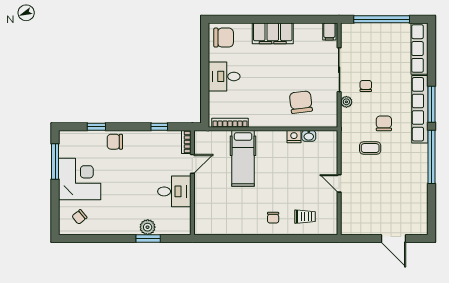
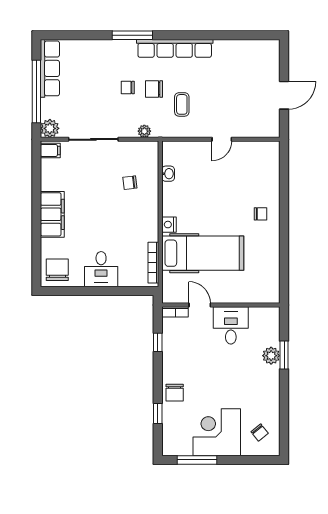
plant: (349, 31) -> (50, 128), added
row of seats: (419, 49) -> (50, 68), moved, turned -90
chair: (366, 86) -> (128, 87), moved
chair: (301, 102) -> (130, 183), width x0.54, depth x0.54
plant: (346, 102) -> (144, 131), moved
row of seats: (420, 109) -> (175, 48), moved
nightstand: (294, 137) -> (169, 225), moved
window: (431, 157) -> (192, 35), removed
hospital bed: (243, 158) -> (203, 253), width x1.37, depth x1.29
trolley: (305, 217) -> (259, 178), removed
door: (394, 239) -> (284, 95), moved

